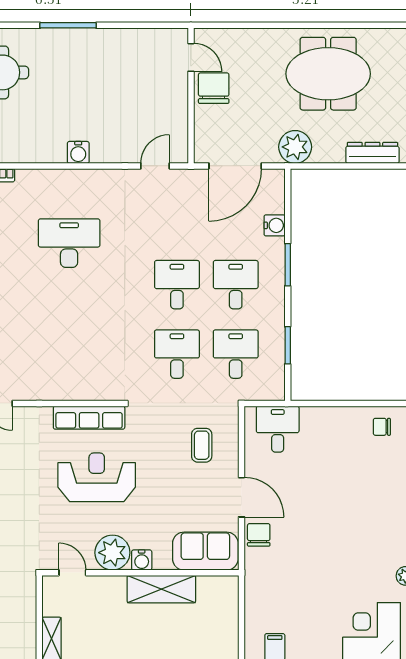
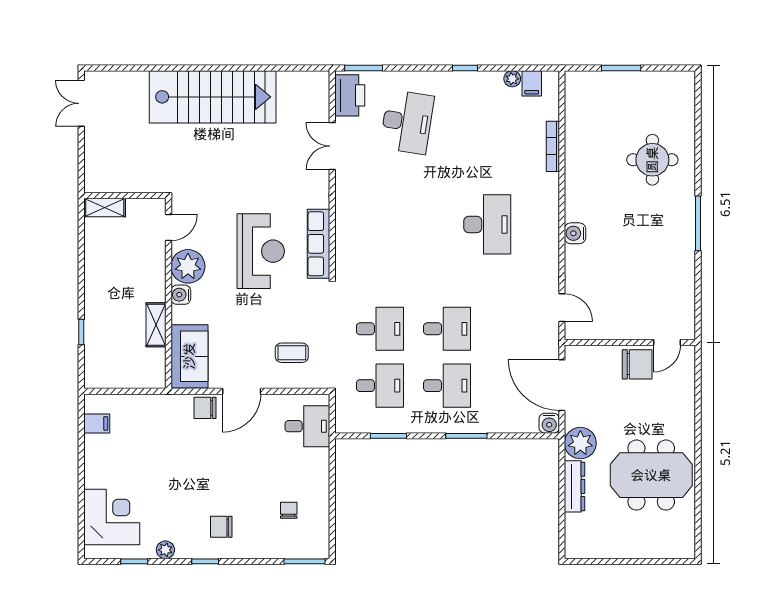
meeting table: (328, 74) -> (651, 475), turned 90
dresser: (372, 153) -> (575, 486), moved
water cooler: (275, 225) -> (549, 423), moved
chair: (382, 427) -> (289, 510), moved
chair: (382, 518) -> (221, 527), added
chair: (259, 535) -> (205, 408), turned 180
shelving: (161, 589) -> (156, 325), width x0.67, depth x0.75

